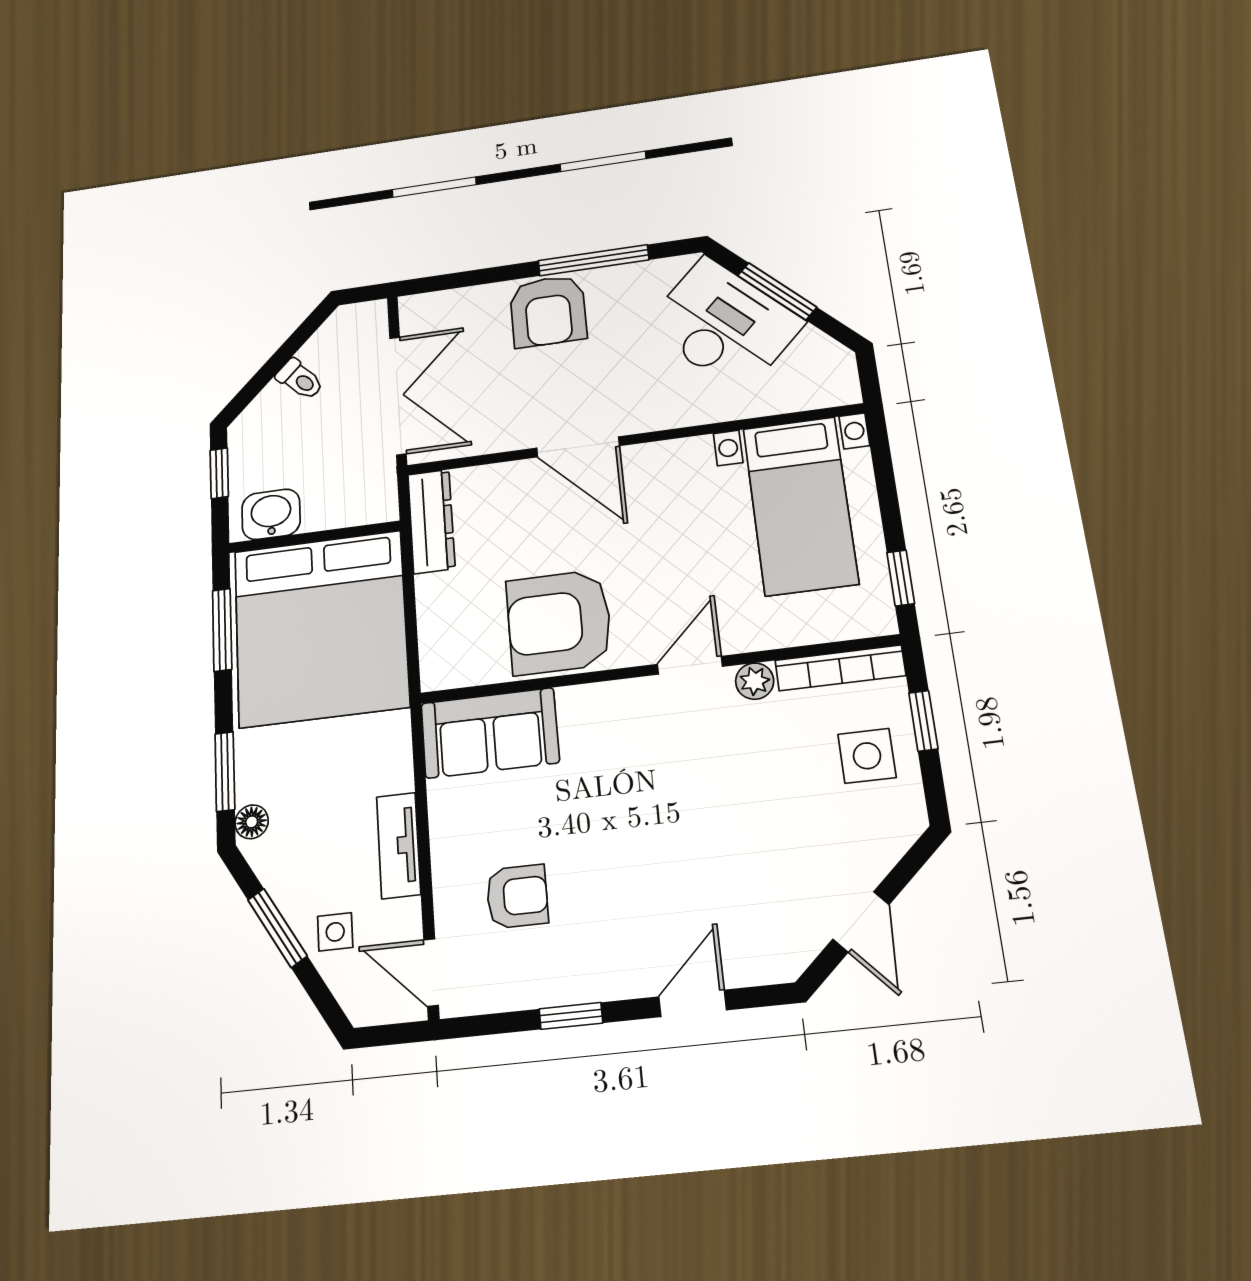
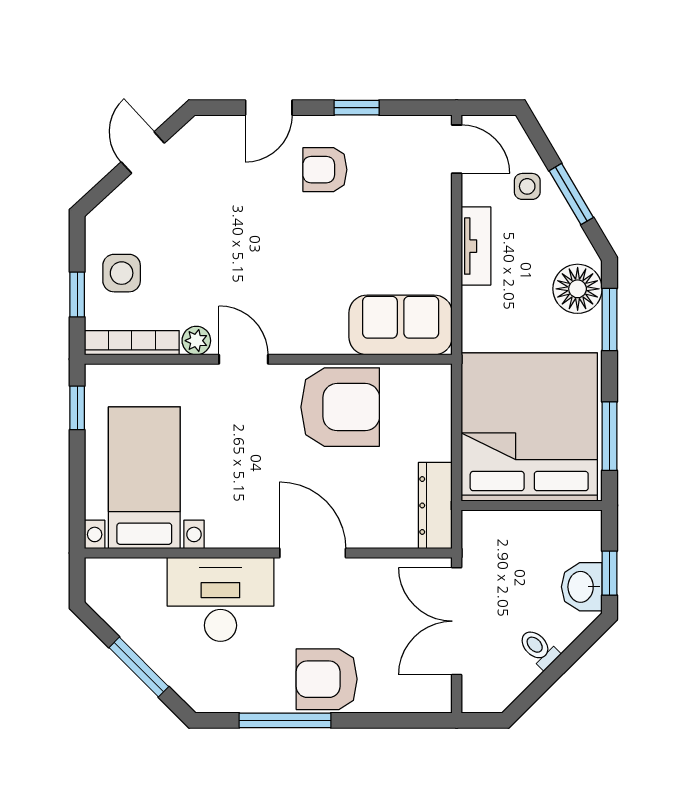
armchair: (548, 311) -> (327, 679), turned -90
desk: (723, 325) -> (220, 599), moved, turned 135
washbasin: (271, 514) -> (582, 587), moved, turned 90
door: (690, 665) -> (243, 359), swing flipped
floor lamp: (252, 822) -> (578, 289), width x1.89, depth x1.89
armchair: (517, 896) -> (325, 170), moved

